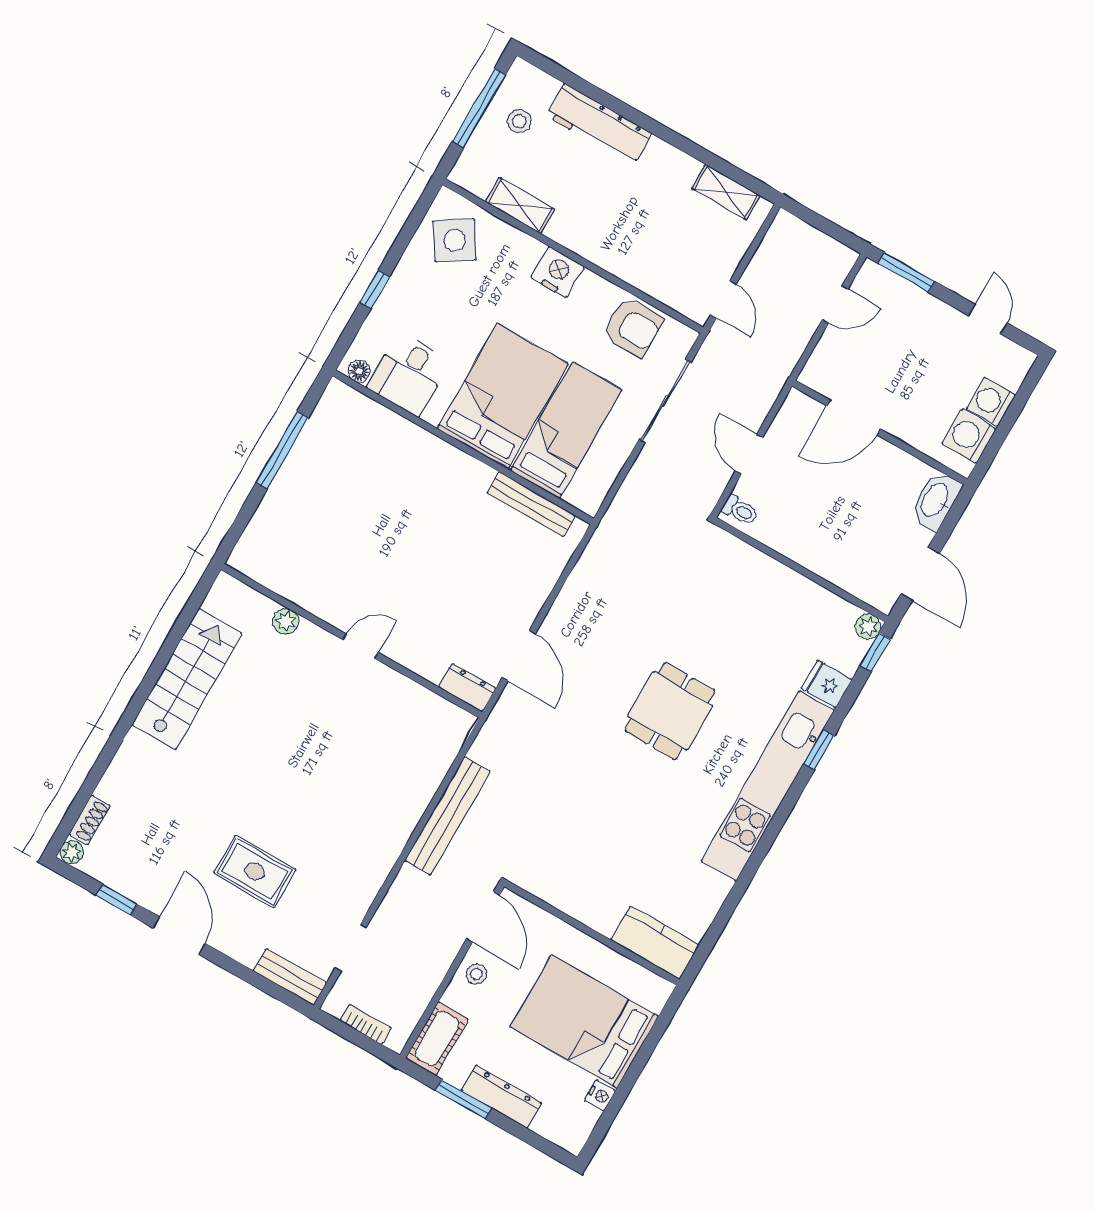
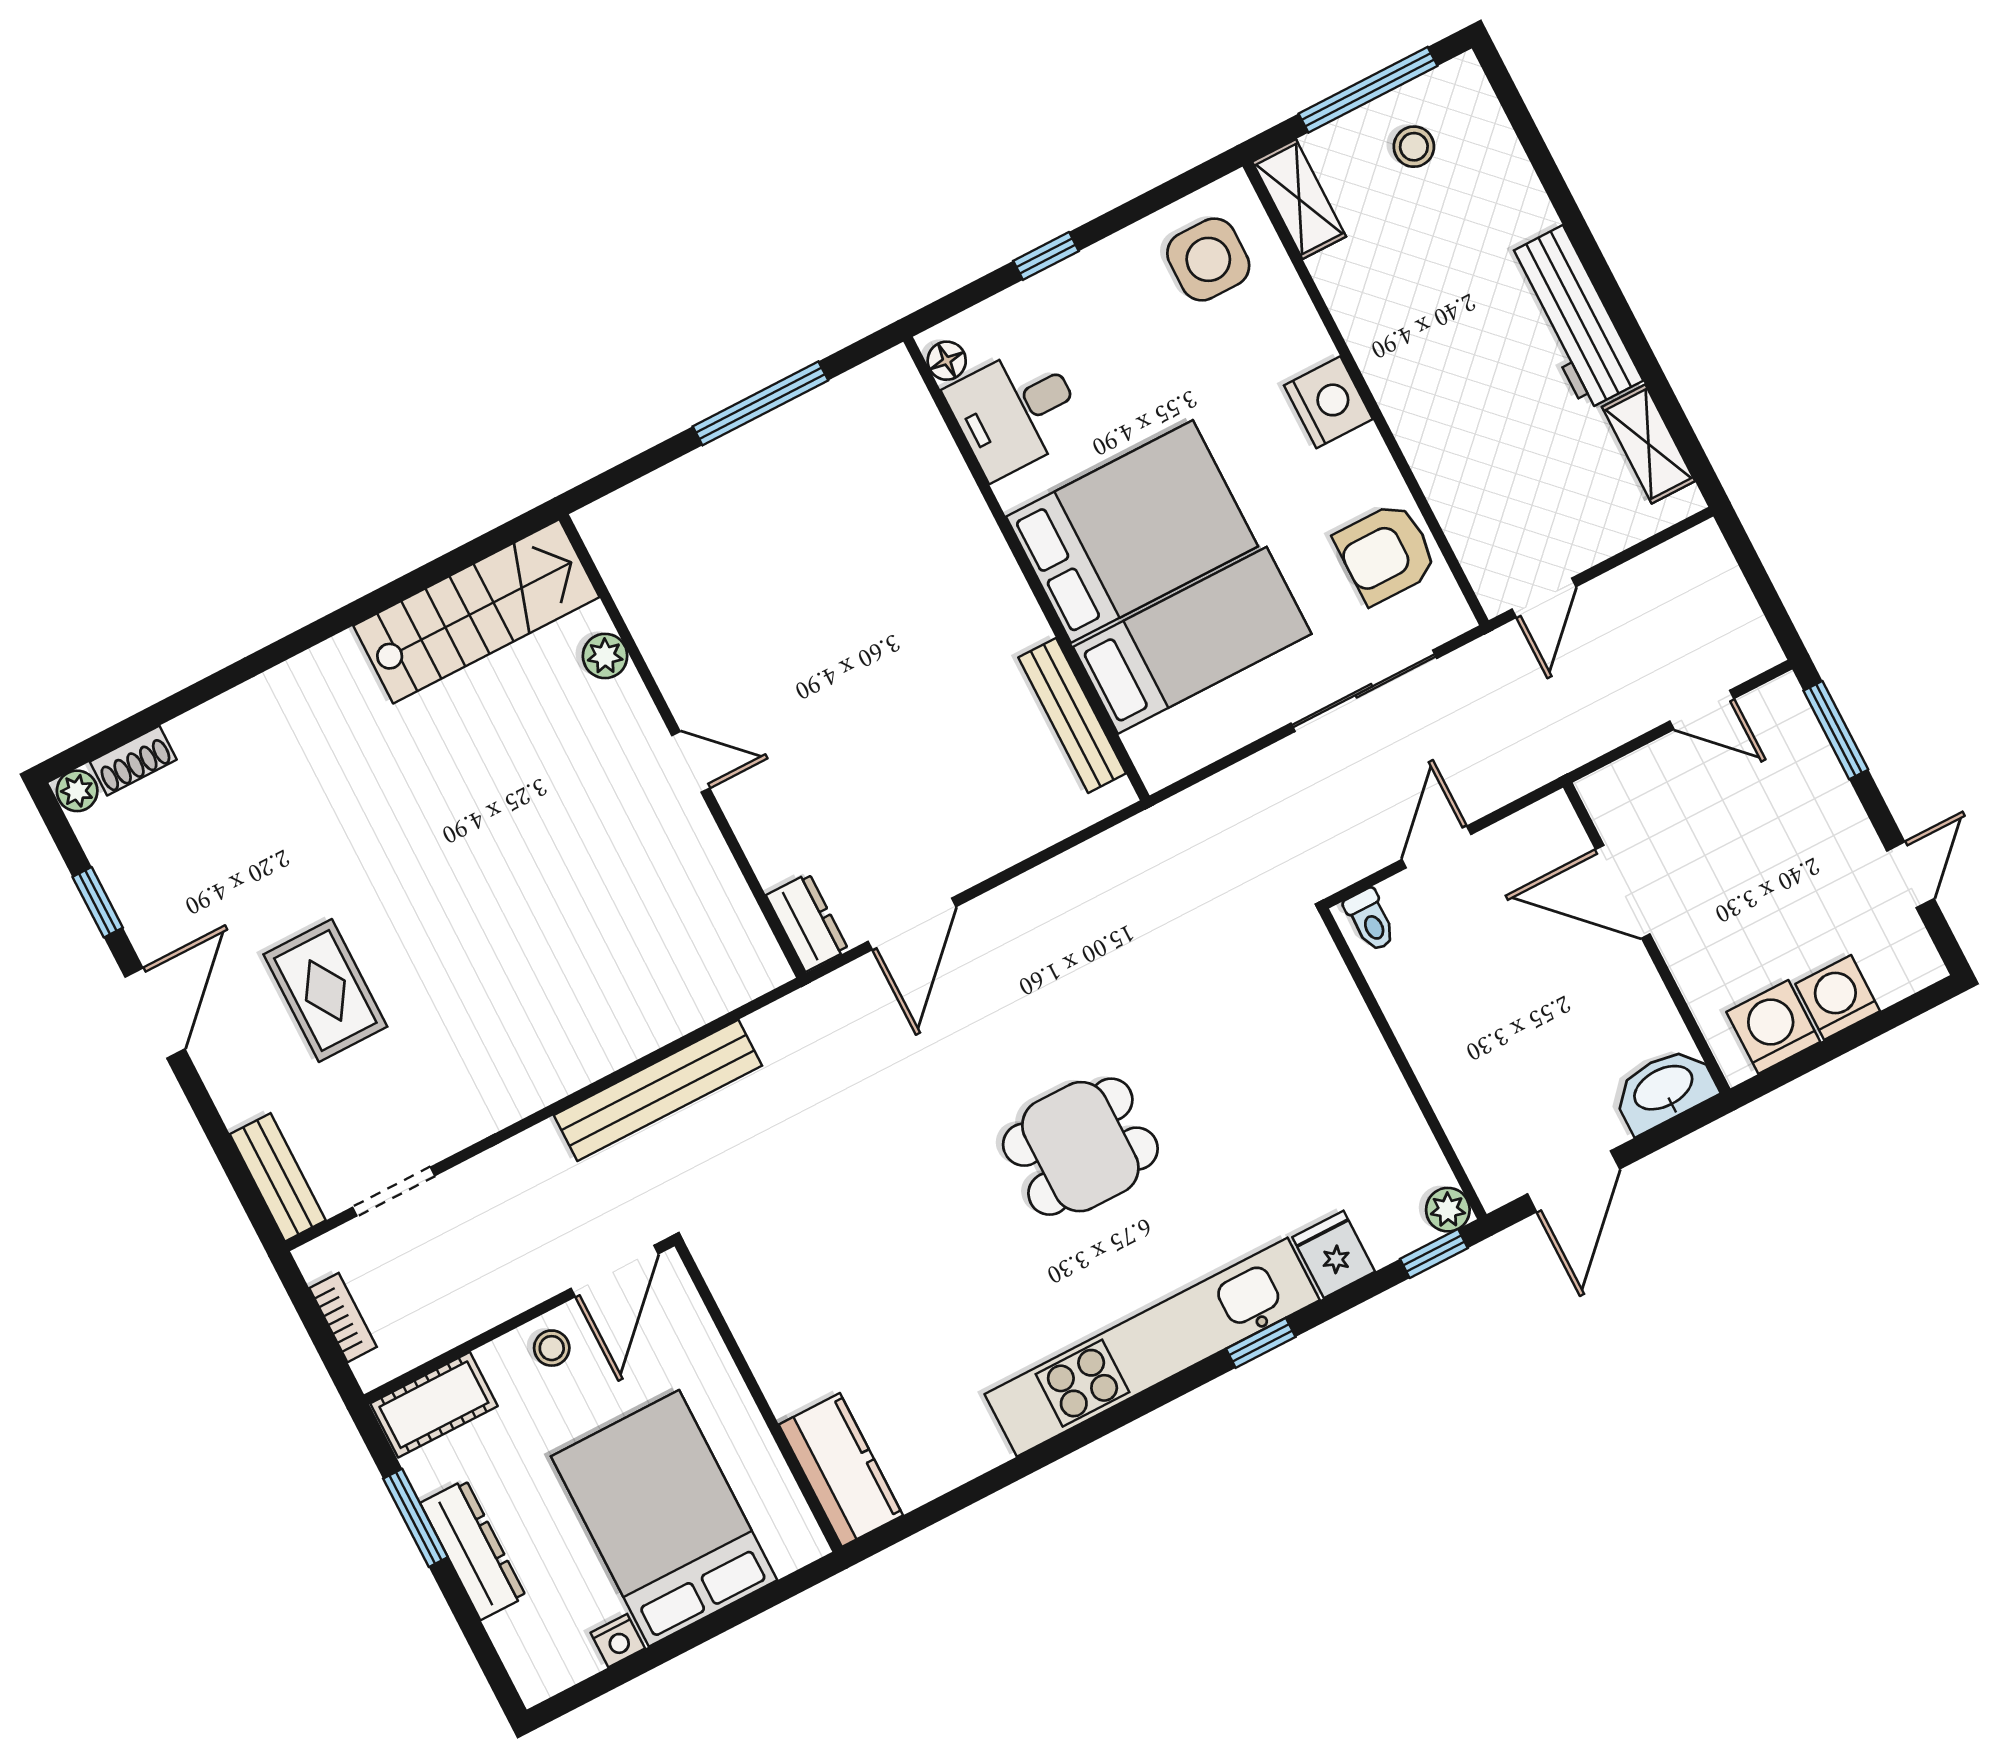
workbench: (599, 125) -> (1574, 318), moved
shelving: (520, 206) -> (1299, 199), moved
side table: (455, 240) -> (1208, 259), turned 33
armchair: (633, 327) -> (1386, 553), turned 90
stairs: (187, 679) -> (476, 611), moved

